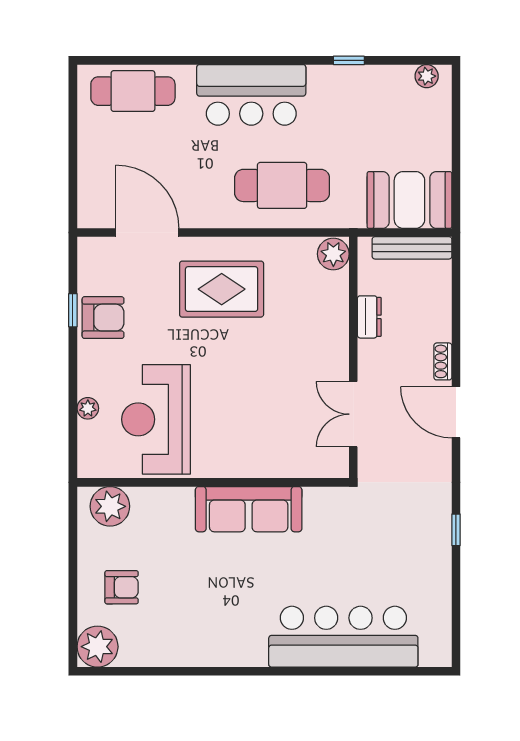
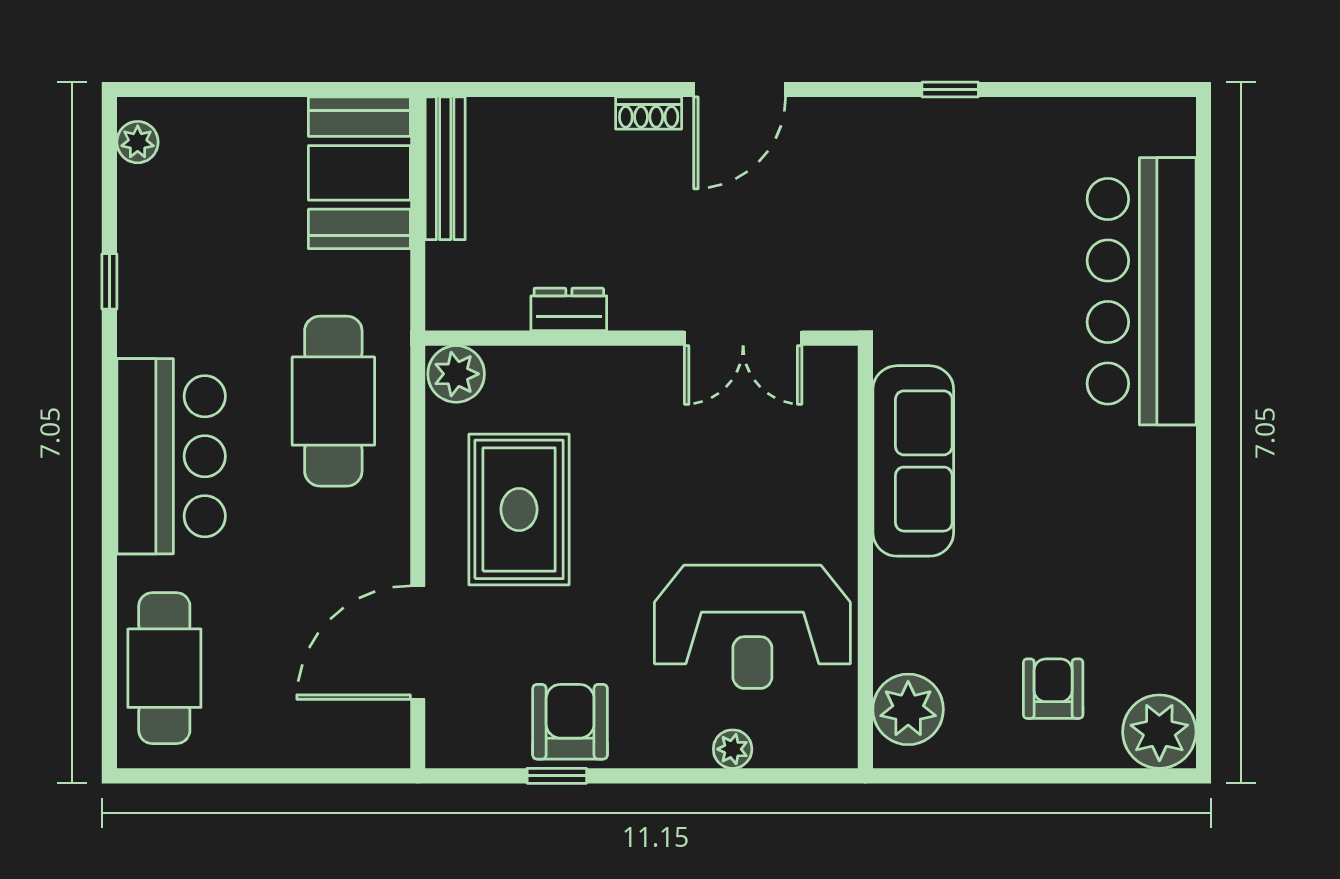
plant: (333, 254) -> (456, 374), moved
dresser: (369, 317) -> (569, 309), moved
wall: (353, 357) -> (642, 338), moved
double door: (353, 414) -> (743, 338), moved

